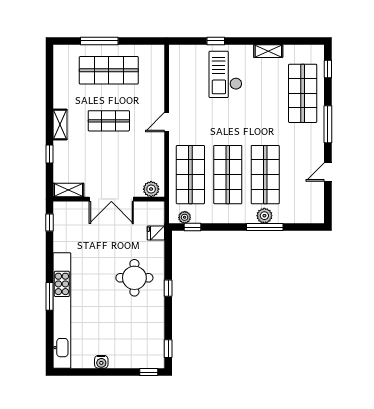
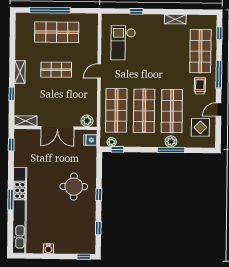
window: (99, 41) -> (50, 10), width x1.46
checkout: (225, 74) -> (123, 43), moved
trolley: (302, 140) -> (200, 86), added
display table: (304, 196) -> (200, 127), added
fridge: (156, 233) -> (90, 140), moved
window: (168, 349) -> (98, 228), moved

